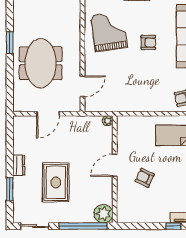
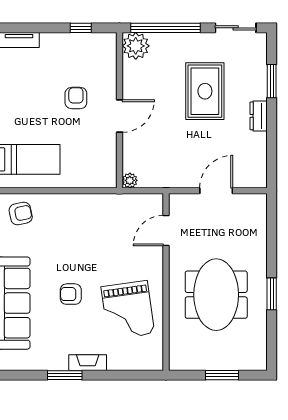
meeting table: (41, 63) -> (216, 295), moved
armchair: (145, 178) -> (76, 98), turned -115
window: (174, 226) -> (81, 28), moved

